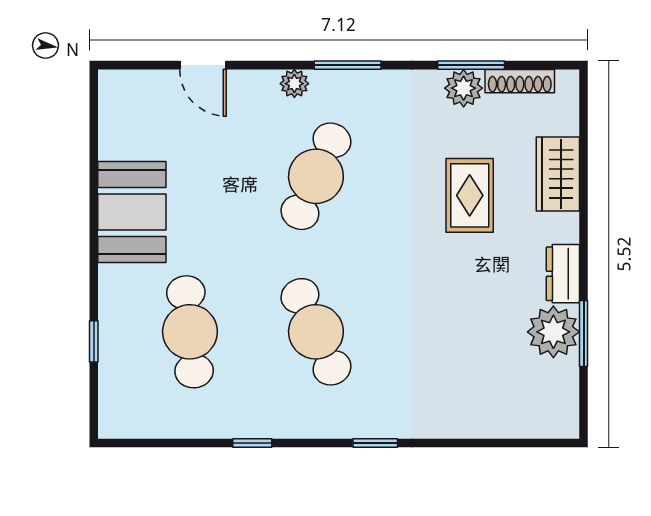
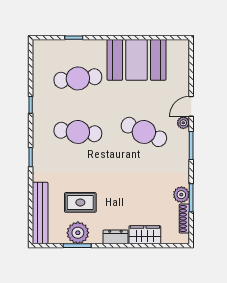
door: (203, 65) -> (191, 106), moved
rug: (470, 195) -> (80, 202), moved
booth: (132, 212) -> (136, 60), width x1.36, depth x1.42
dresser: (563, 274) -> (115, 237), moved
cafe table: (316, 332) -> (78, 132), turned 30
bench: (507, 421) -> (40, 213), added

